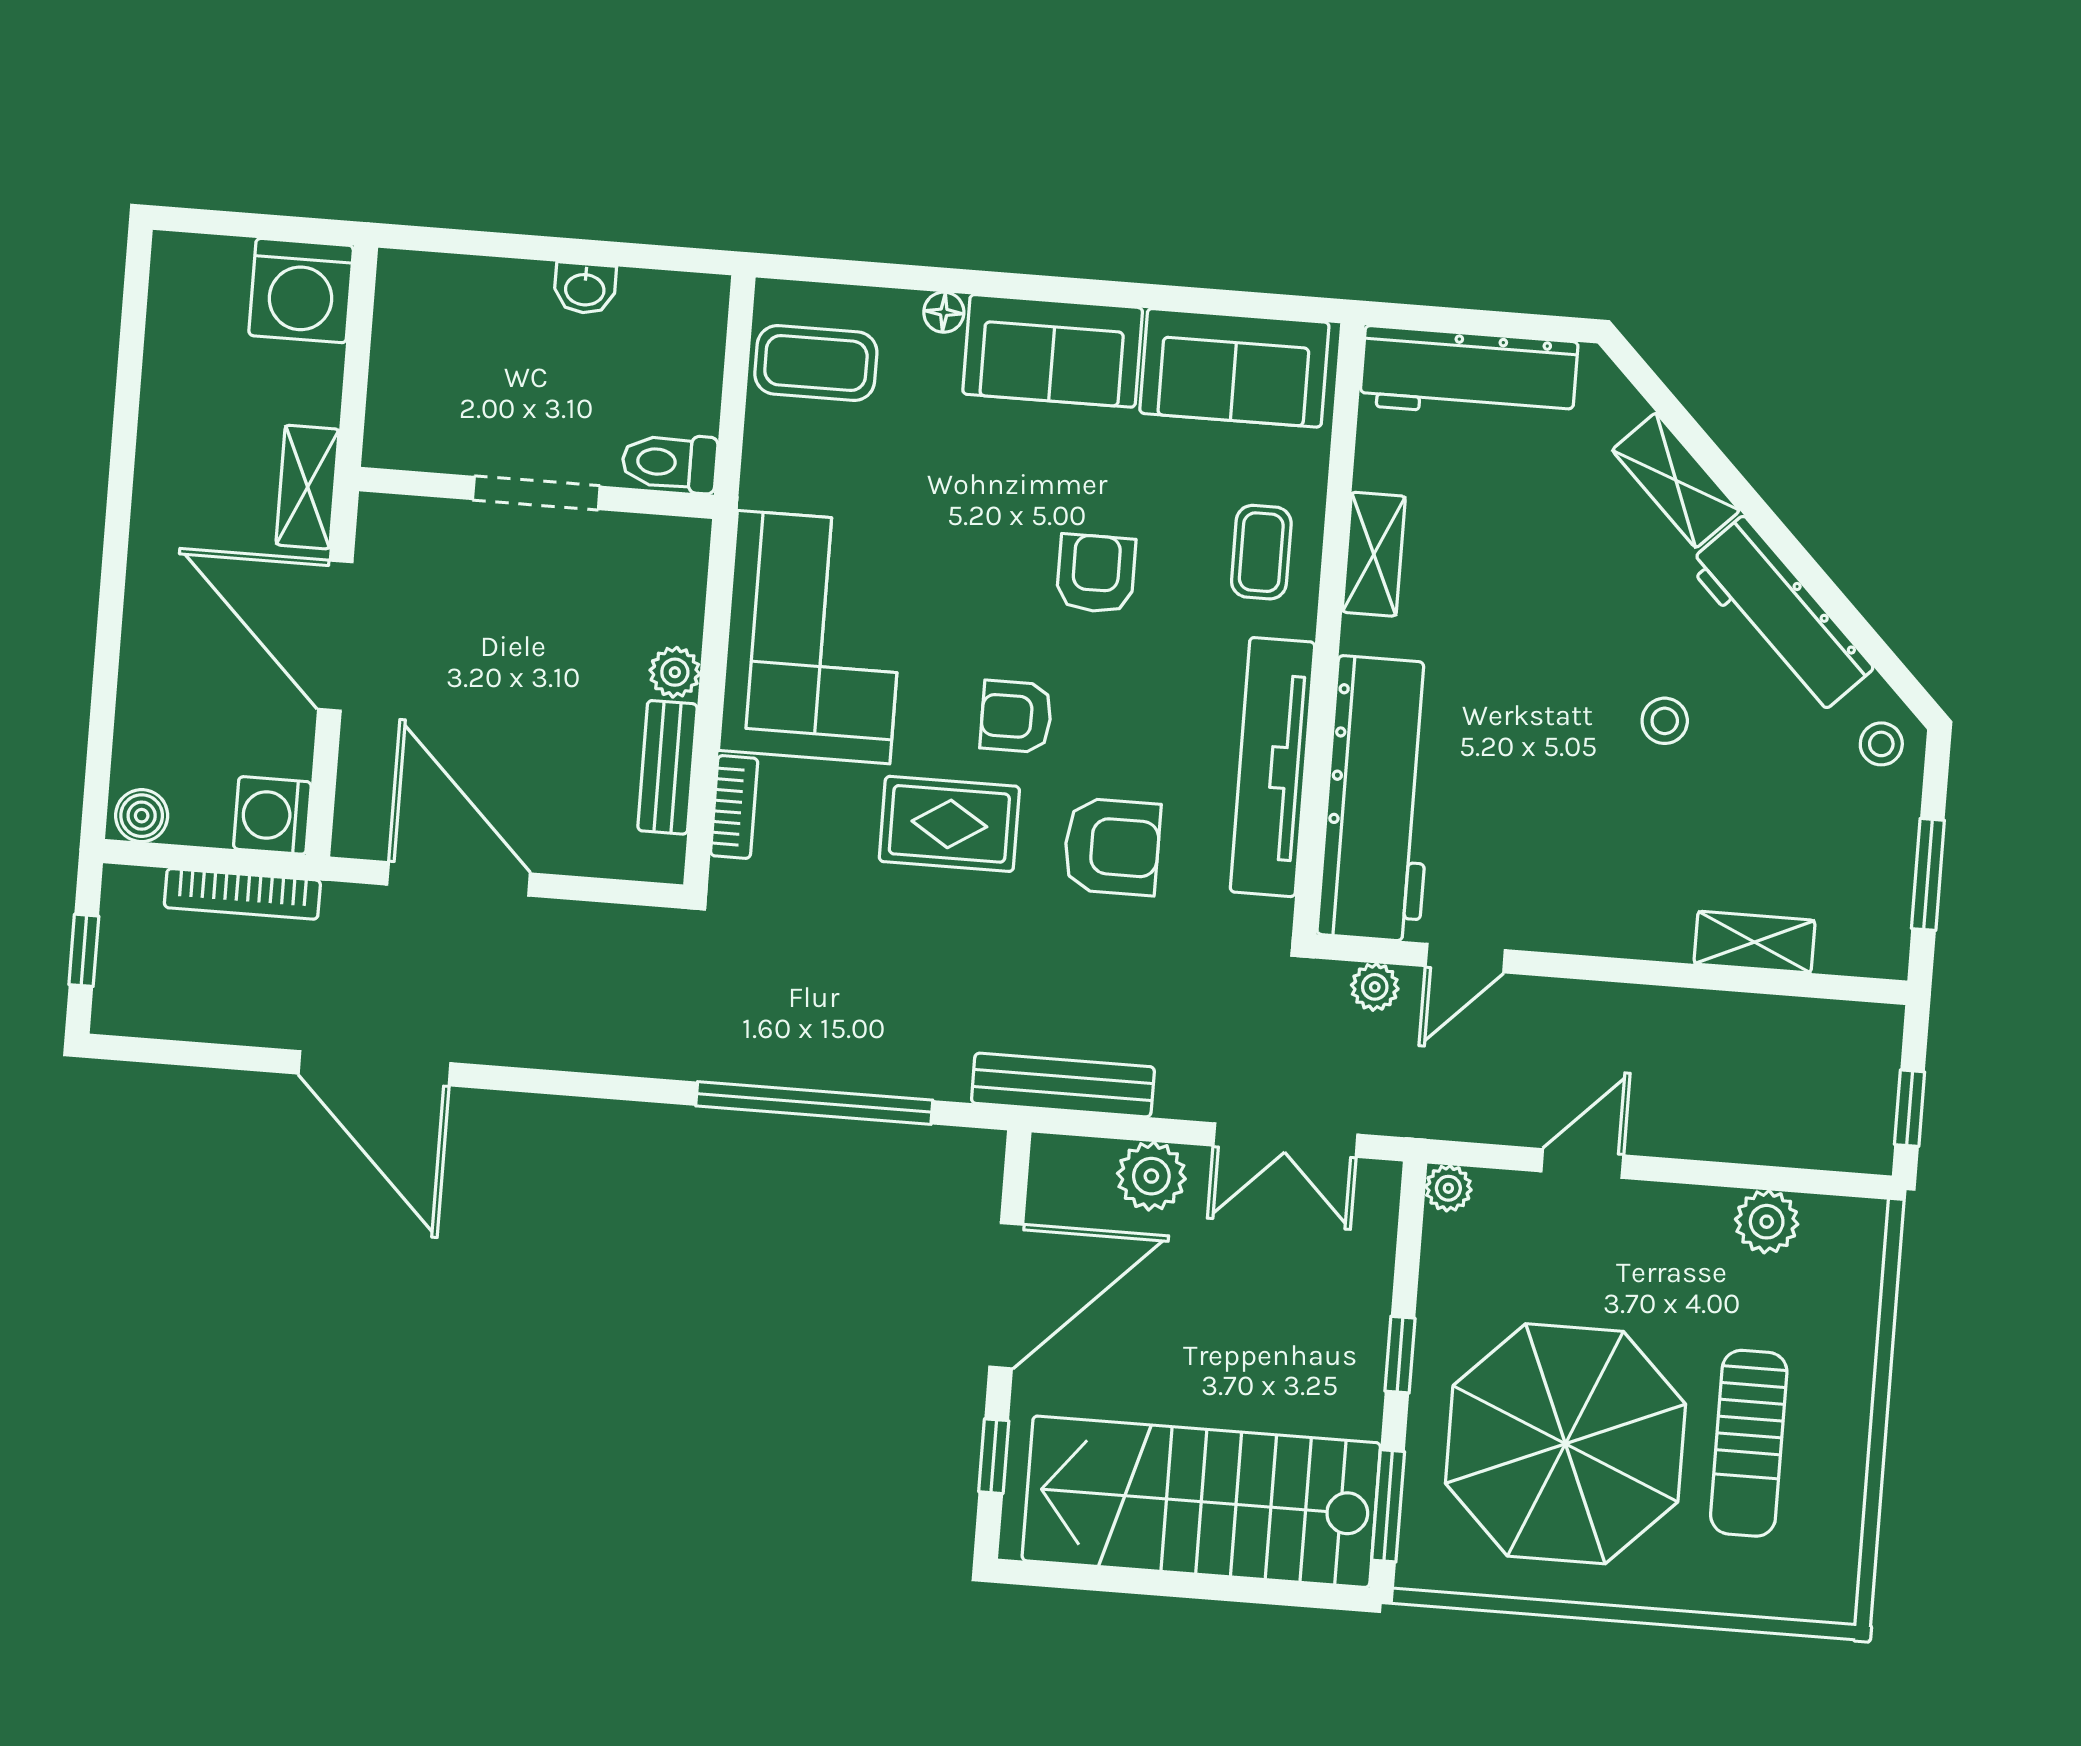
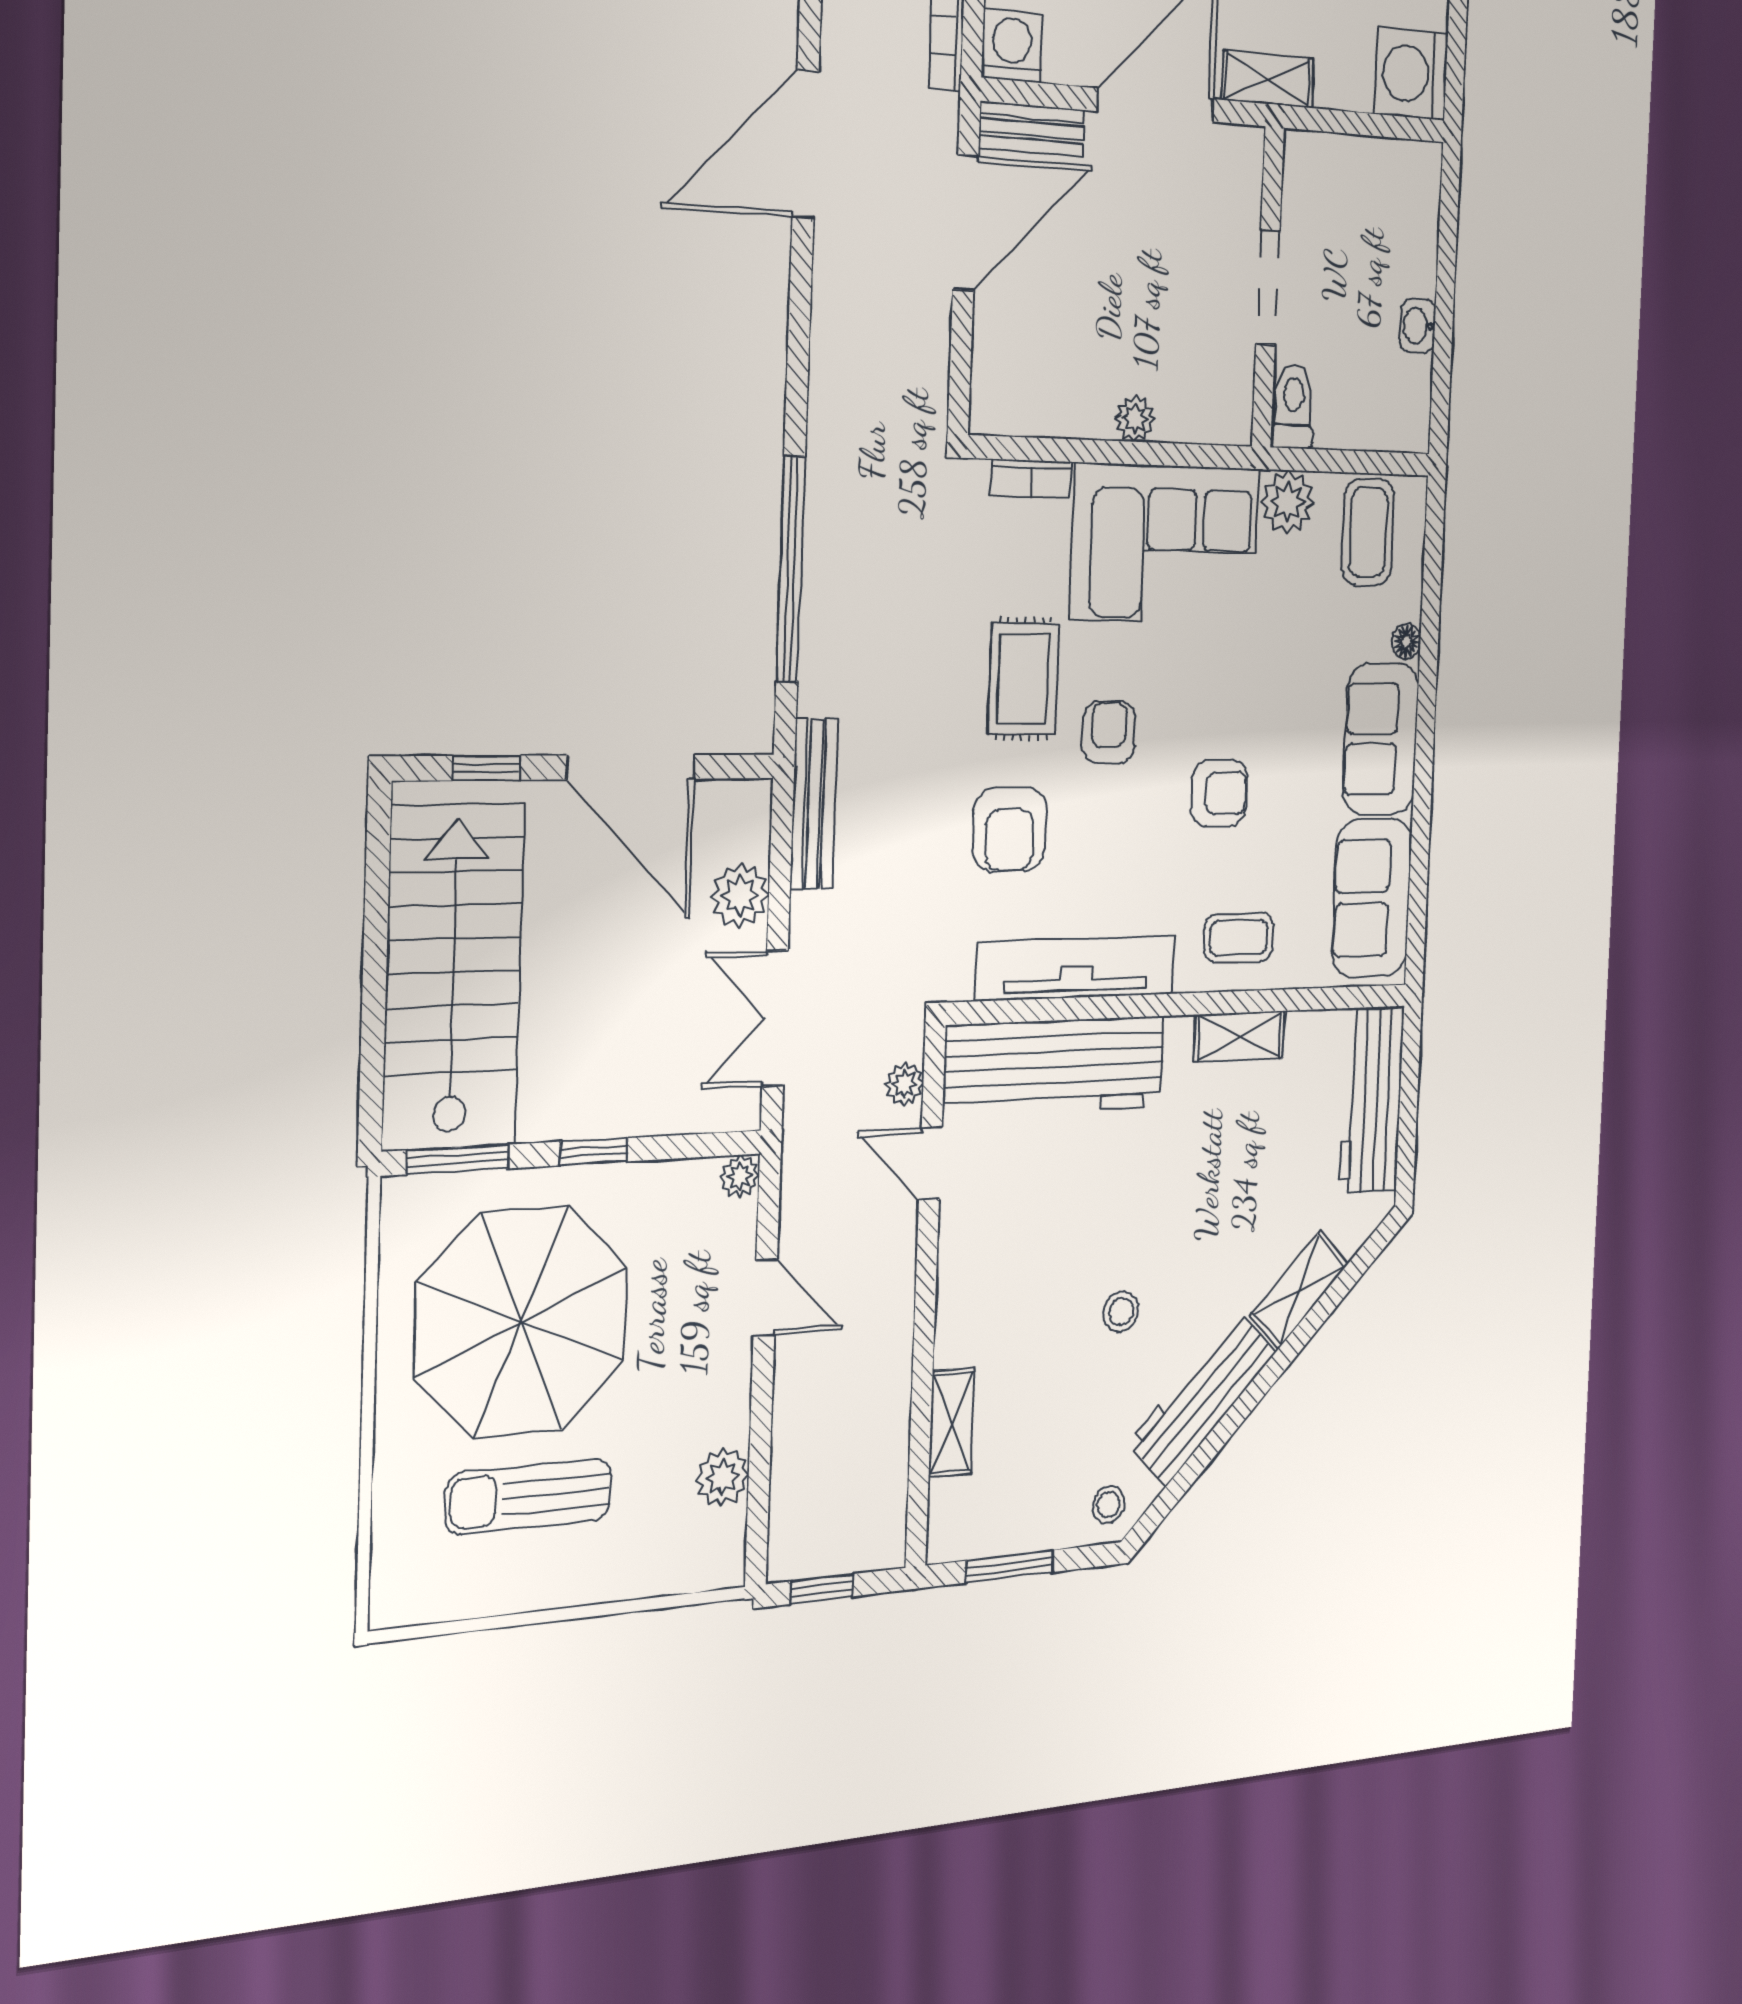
plant: (776, 473) -> (1288, 502), added
bench: (668, 767) -> (1032, 129), moved

